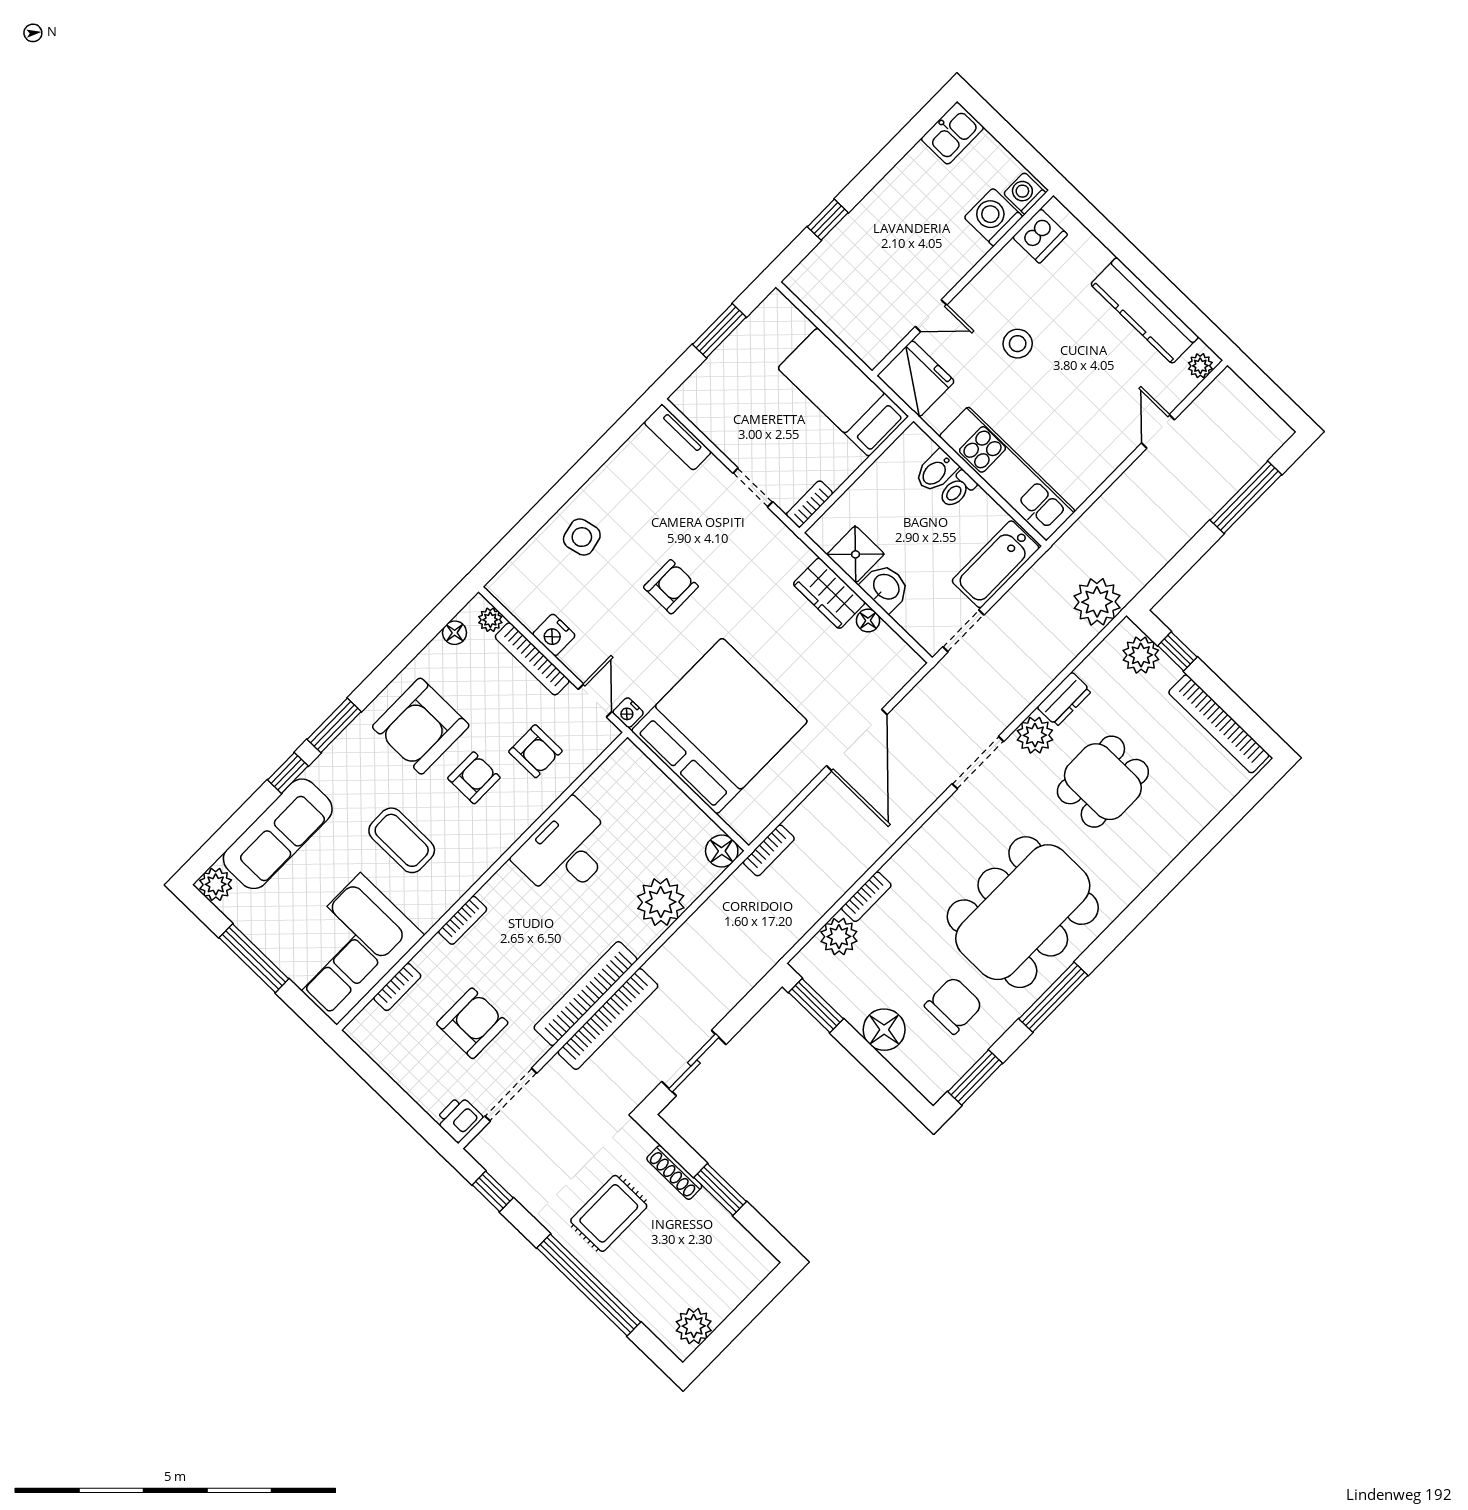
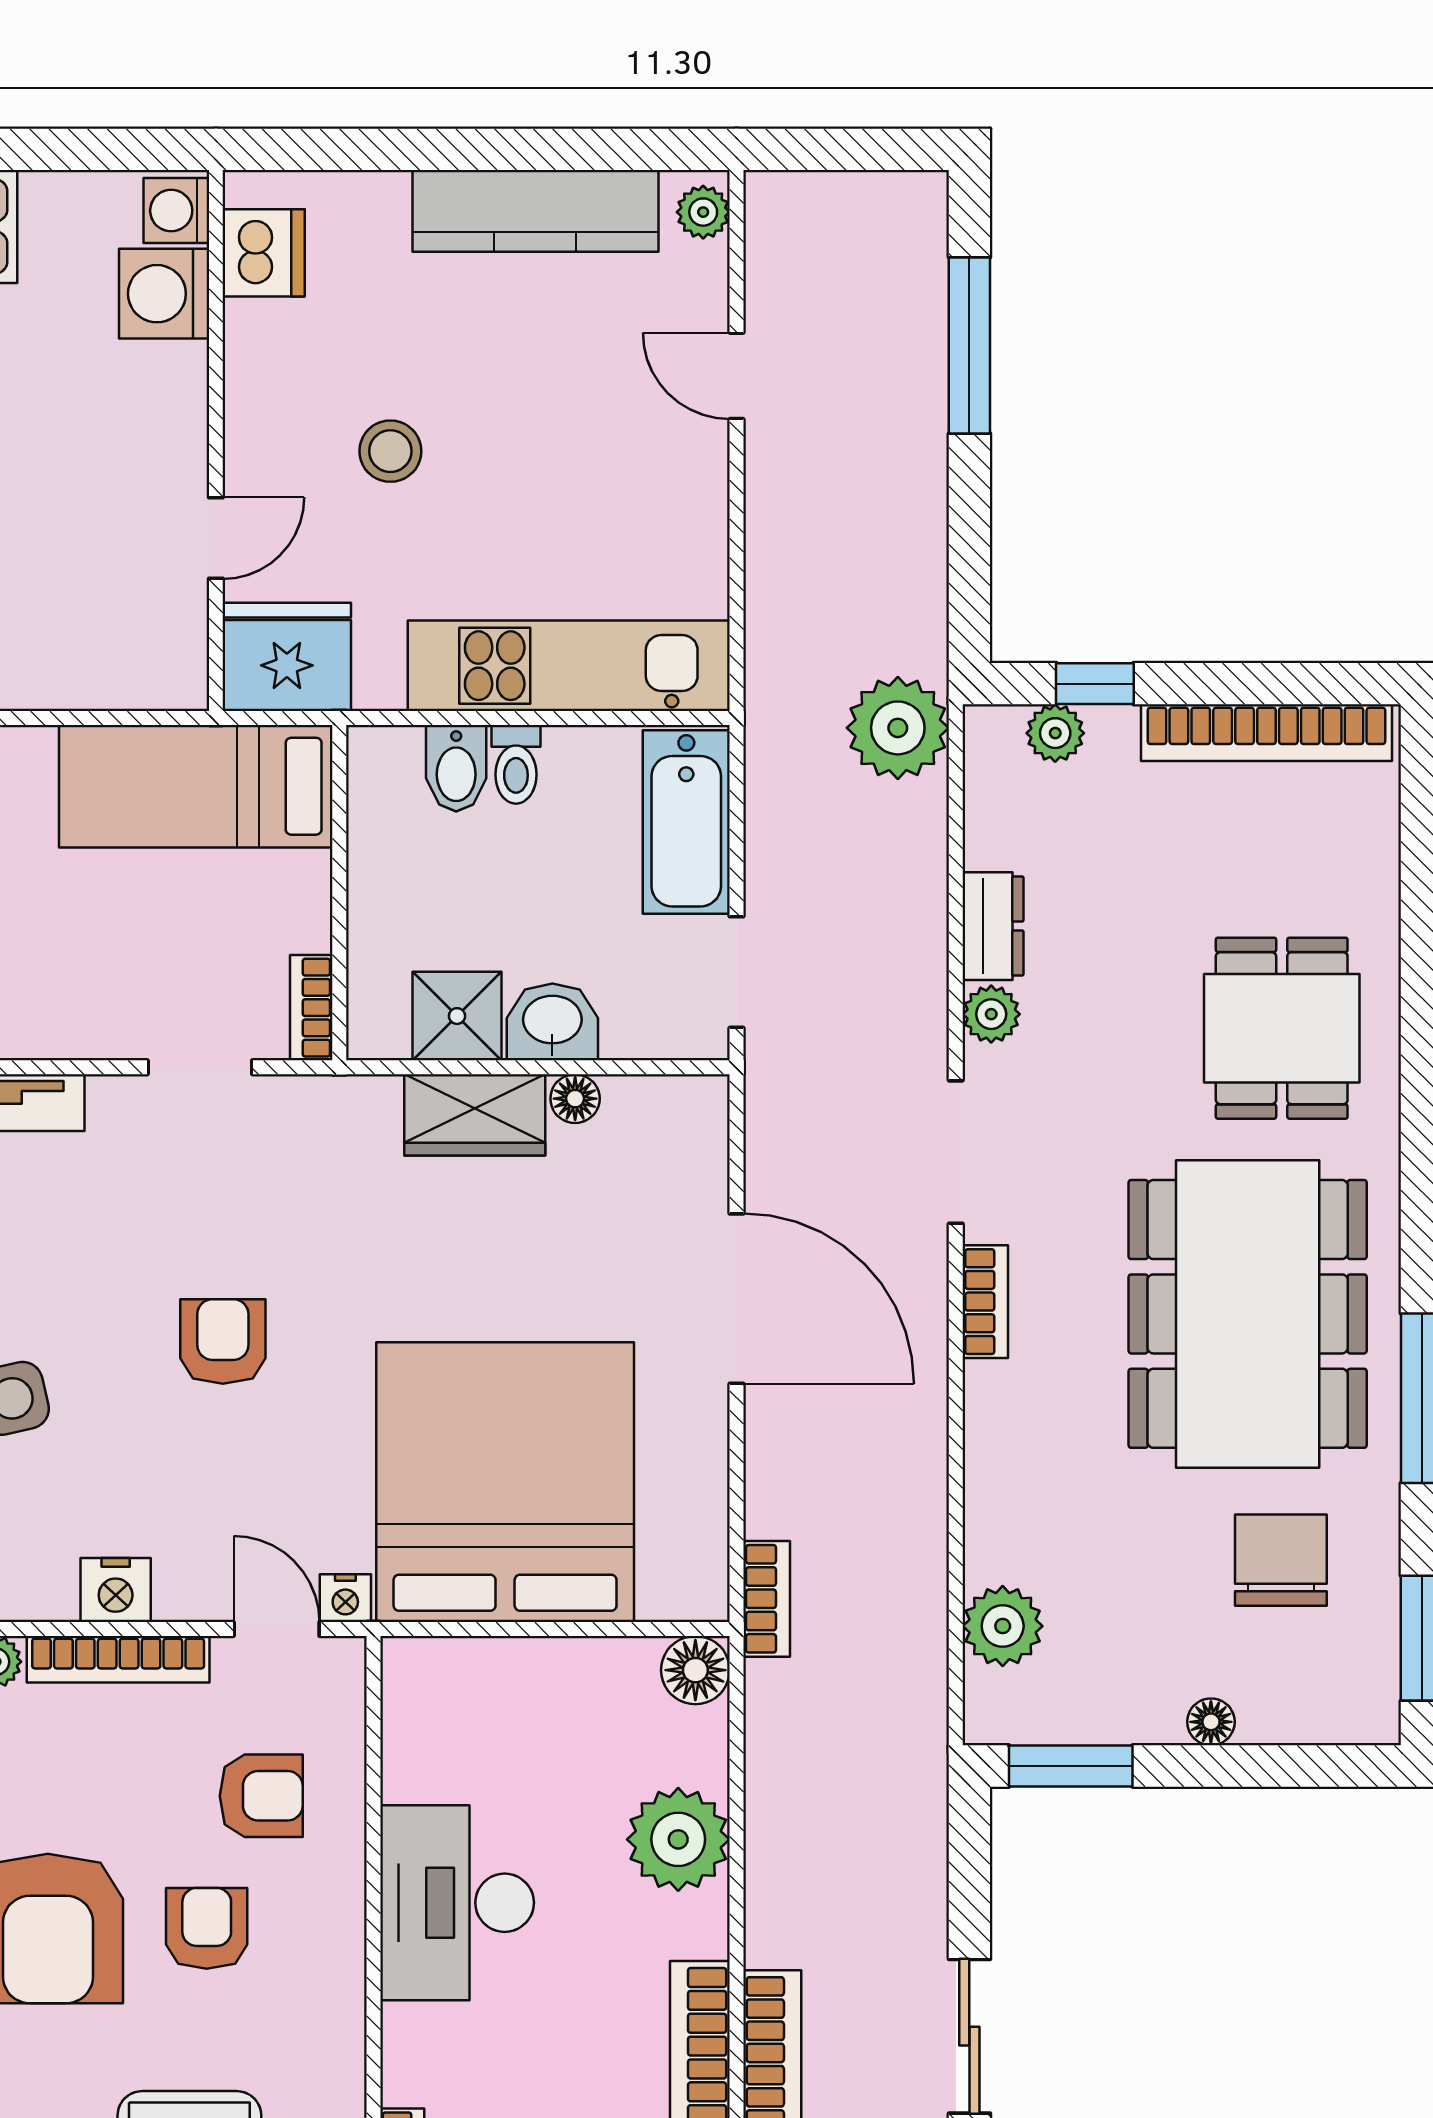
plant: (1141, 655) -> (1055, 733), width x0.73, depth x0.73
plant: (1035, 735) -> (991, 1014), width x0.73, depth x0.73
dining table: (1103, 782) -> (1282, 1028), moved
bookcase: (866, 897) -> (985, 1302), moved
floor lamp: (884, 1030) -> (1211, 1722), width x0.53, depth x0.53

